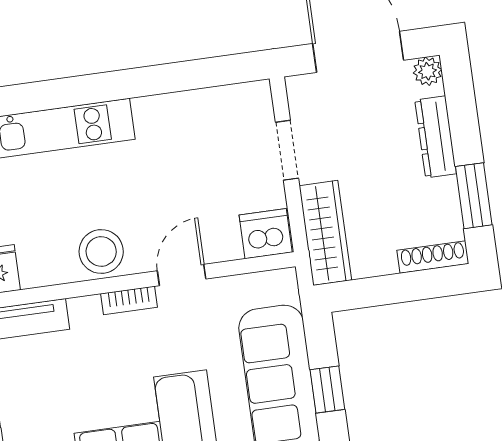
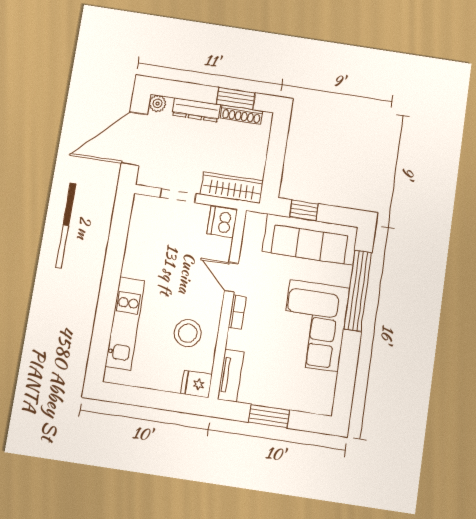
stool: (101, 251) -> (188, 333), moved
shoe rack: (433, 257) -> (241, 115), moved, turned -90
window: (327, 390) -> (304, 210), moved

